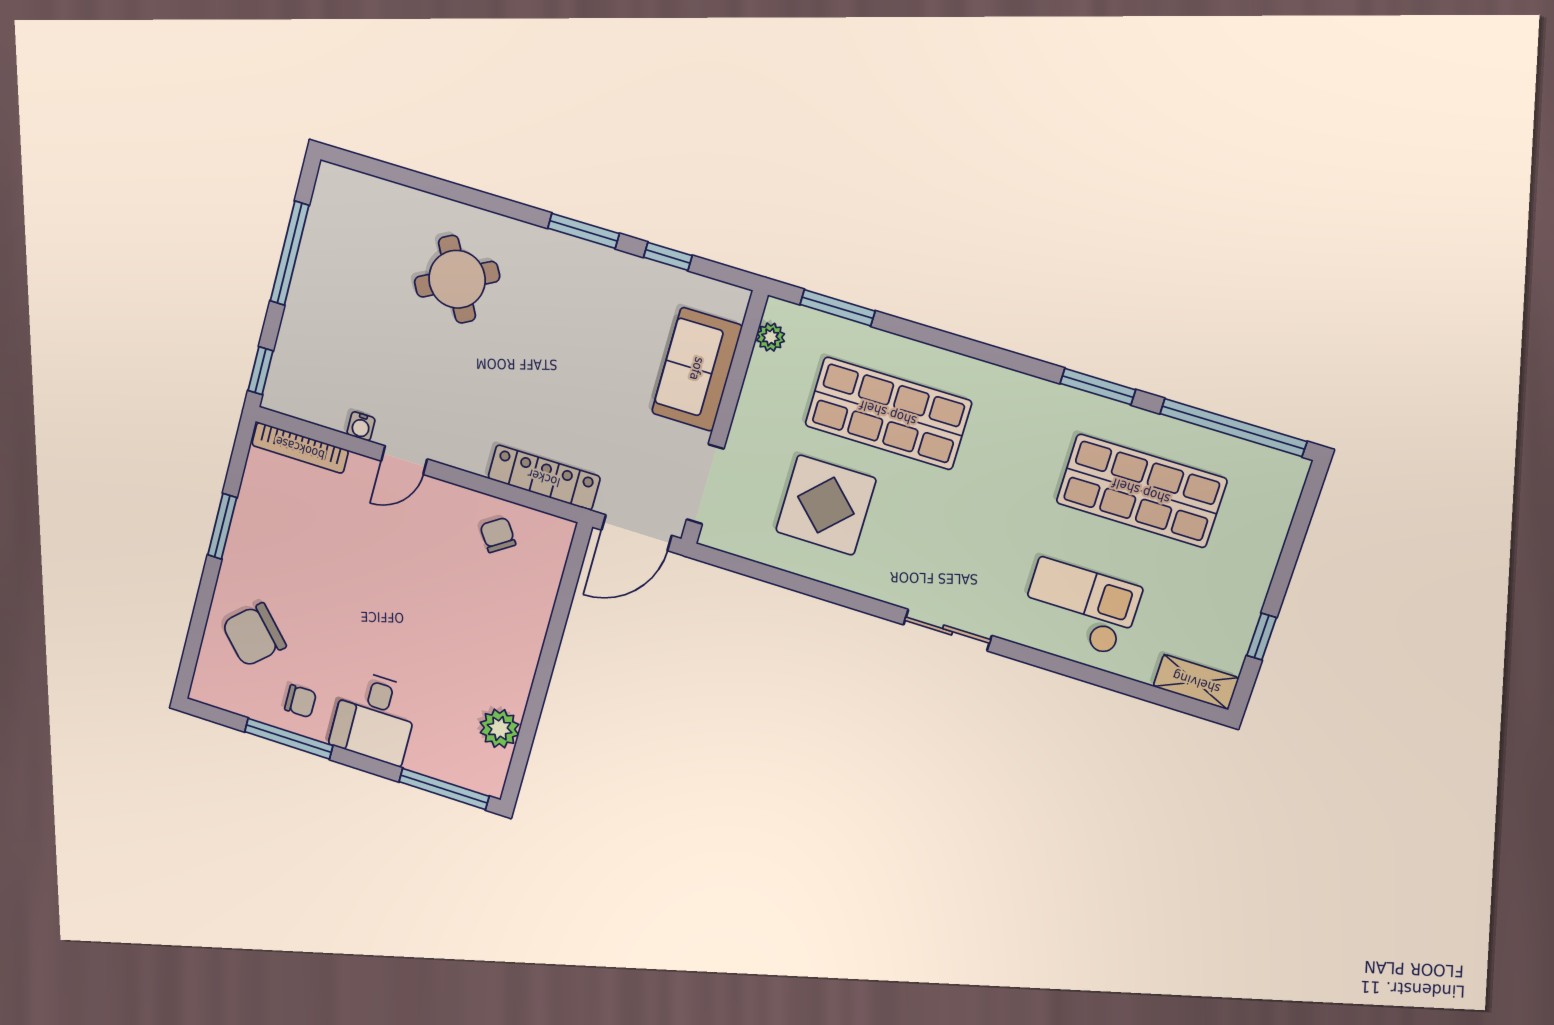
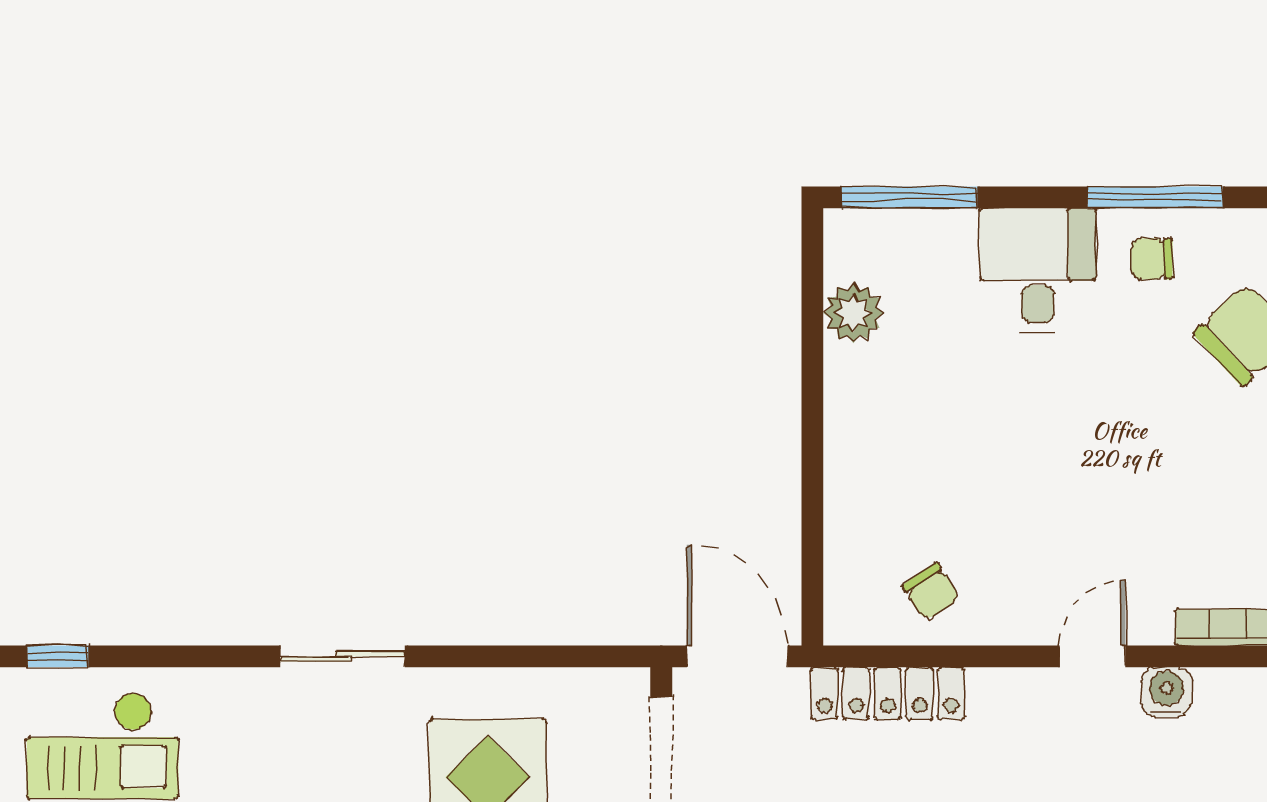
water cooler: (361, 426) -> (1167, 692), width x1.38, depth x1.38
door: (637, 533) -> (737, 656), hinge flipped
sliding door: (948, 630) -> (343, 656), moved
window: (1092, 675) -> (58, 656), added

